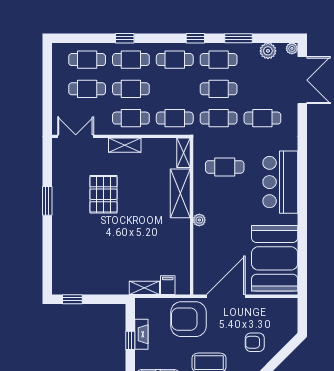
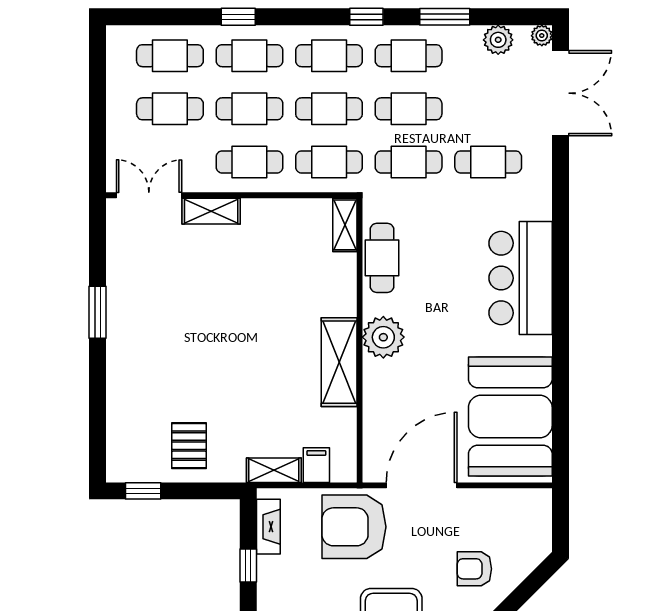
cafe table: (175, 89) -> (329, 109), added
shelving: (125, 145) -> (211, 211), moved
cafe table: (225, 167) -> (382, 258), moved, turned 90
shelving: (180, 193) -> (339, 362), moved
pallet: (103, 194) -> (189, 446), moved, width x0.67, depth x0.71
plant: (199, 220) -> (383, 337), width x1.88, depth x1.88
fireplace: (141, 334) -> (268, 527), moved

